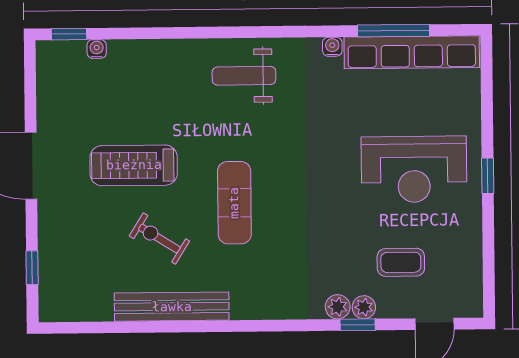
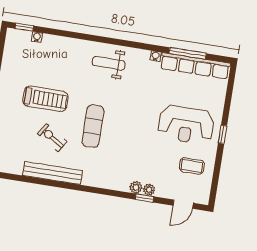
treadmill: (134, 165) -> (45, 99), turned 180
coffee table: (401, 262) -> (192, 166), moved

